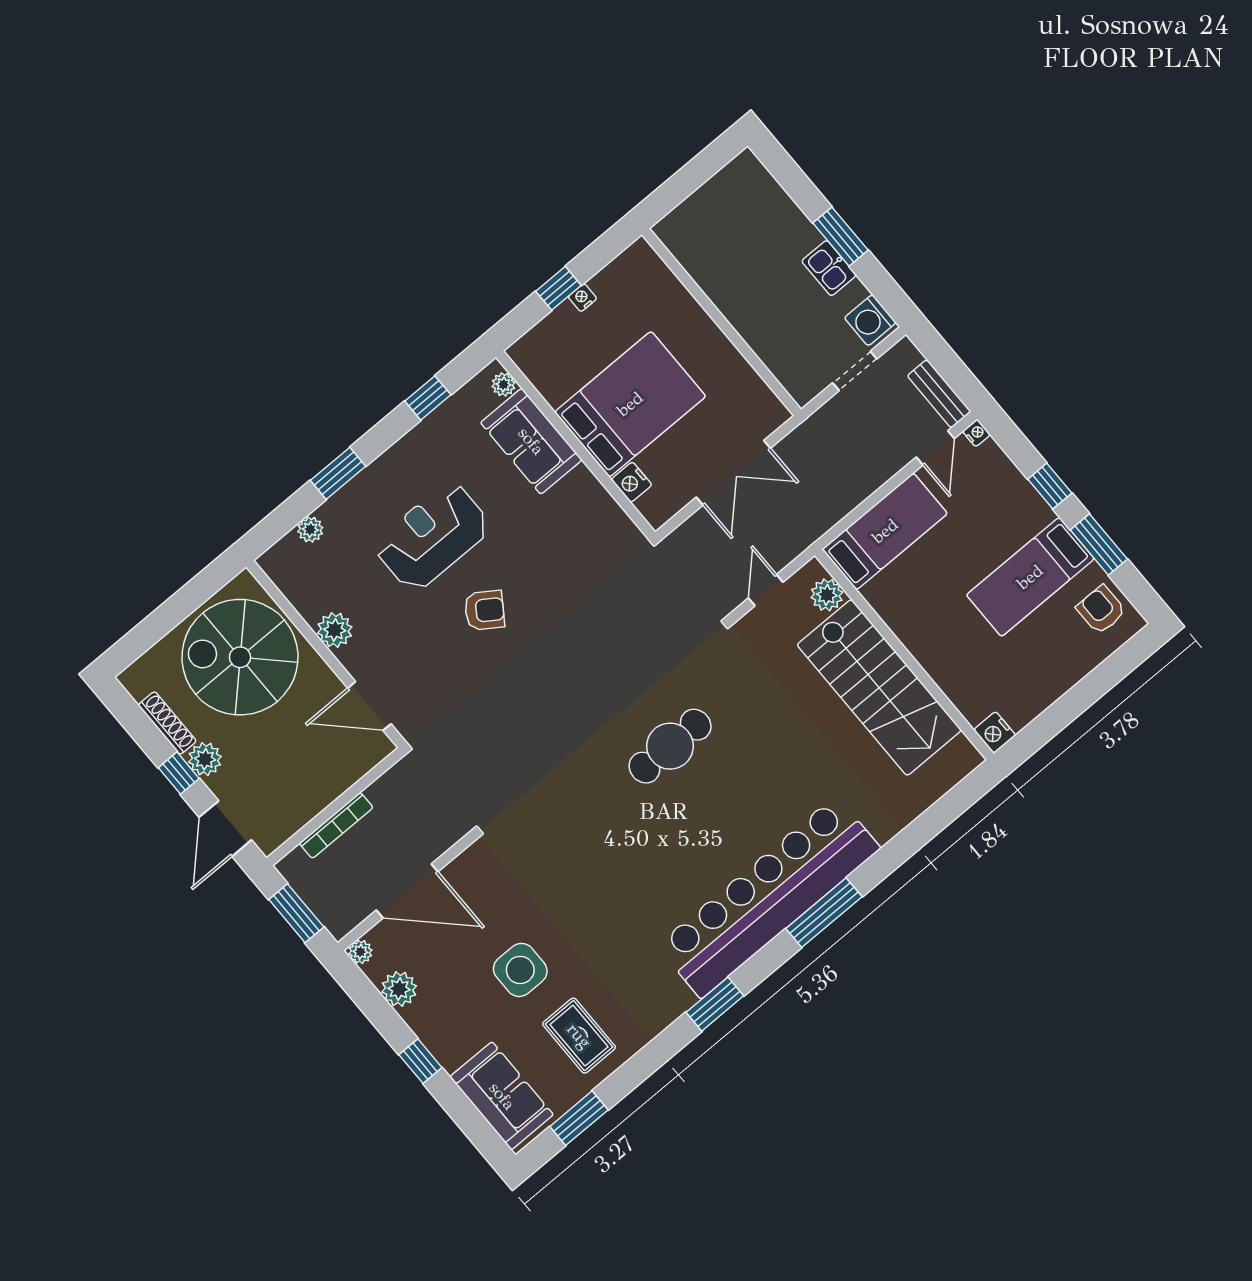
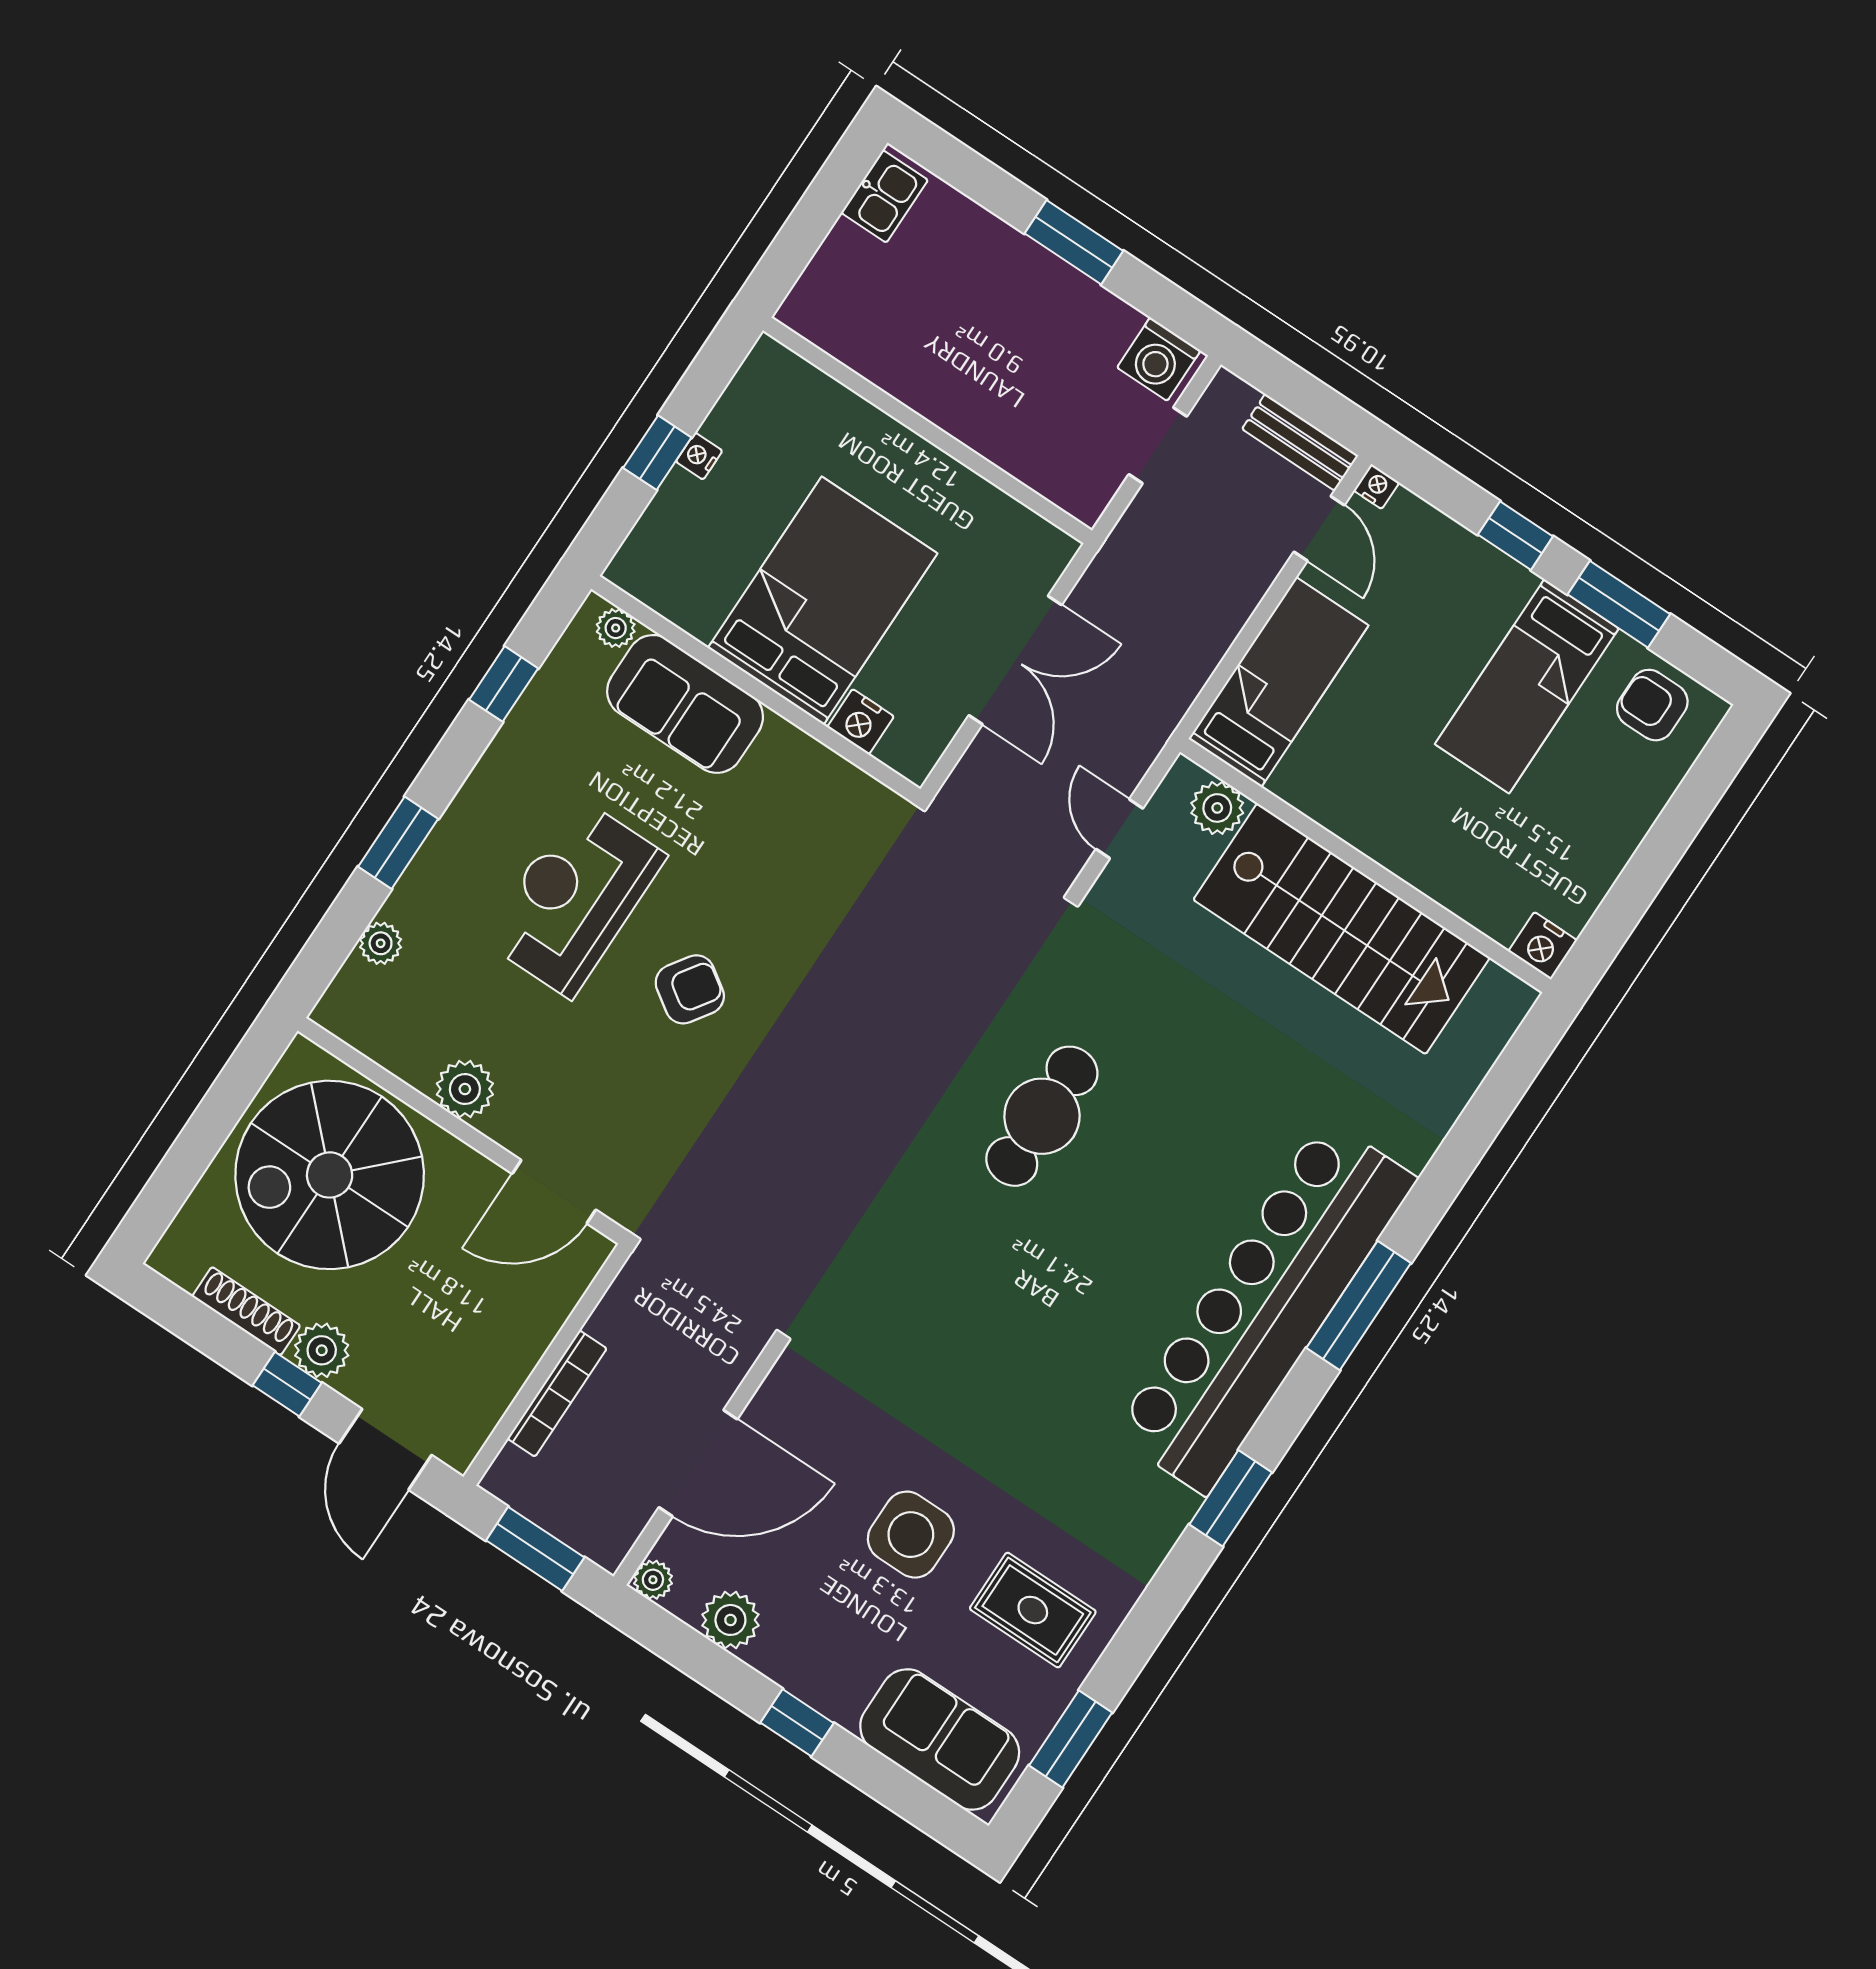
kitchen sink: (829, 268) -> (885, 196), moved, turned -90

